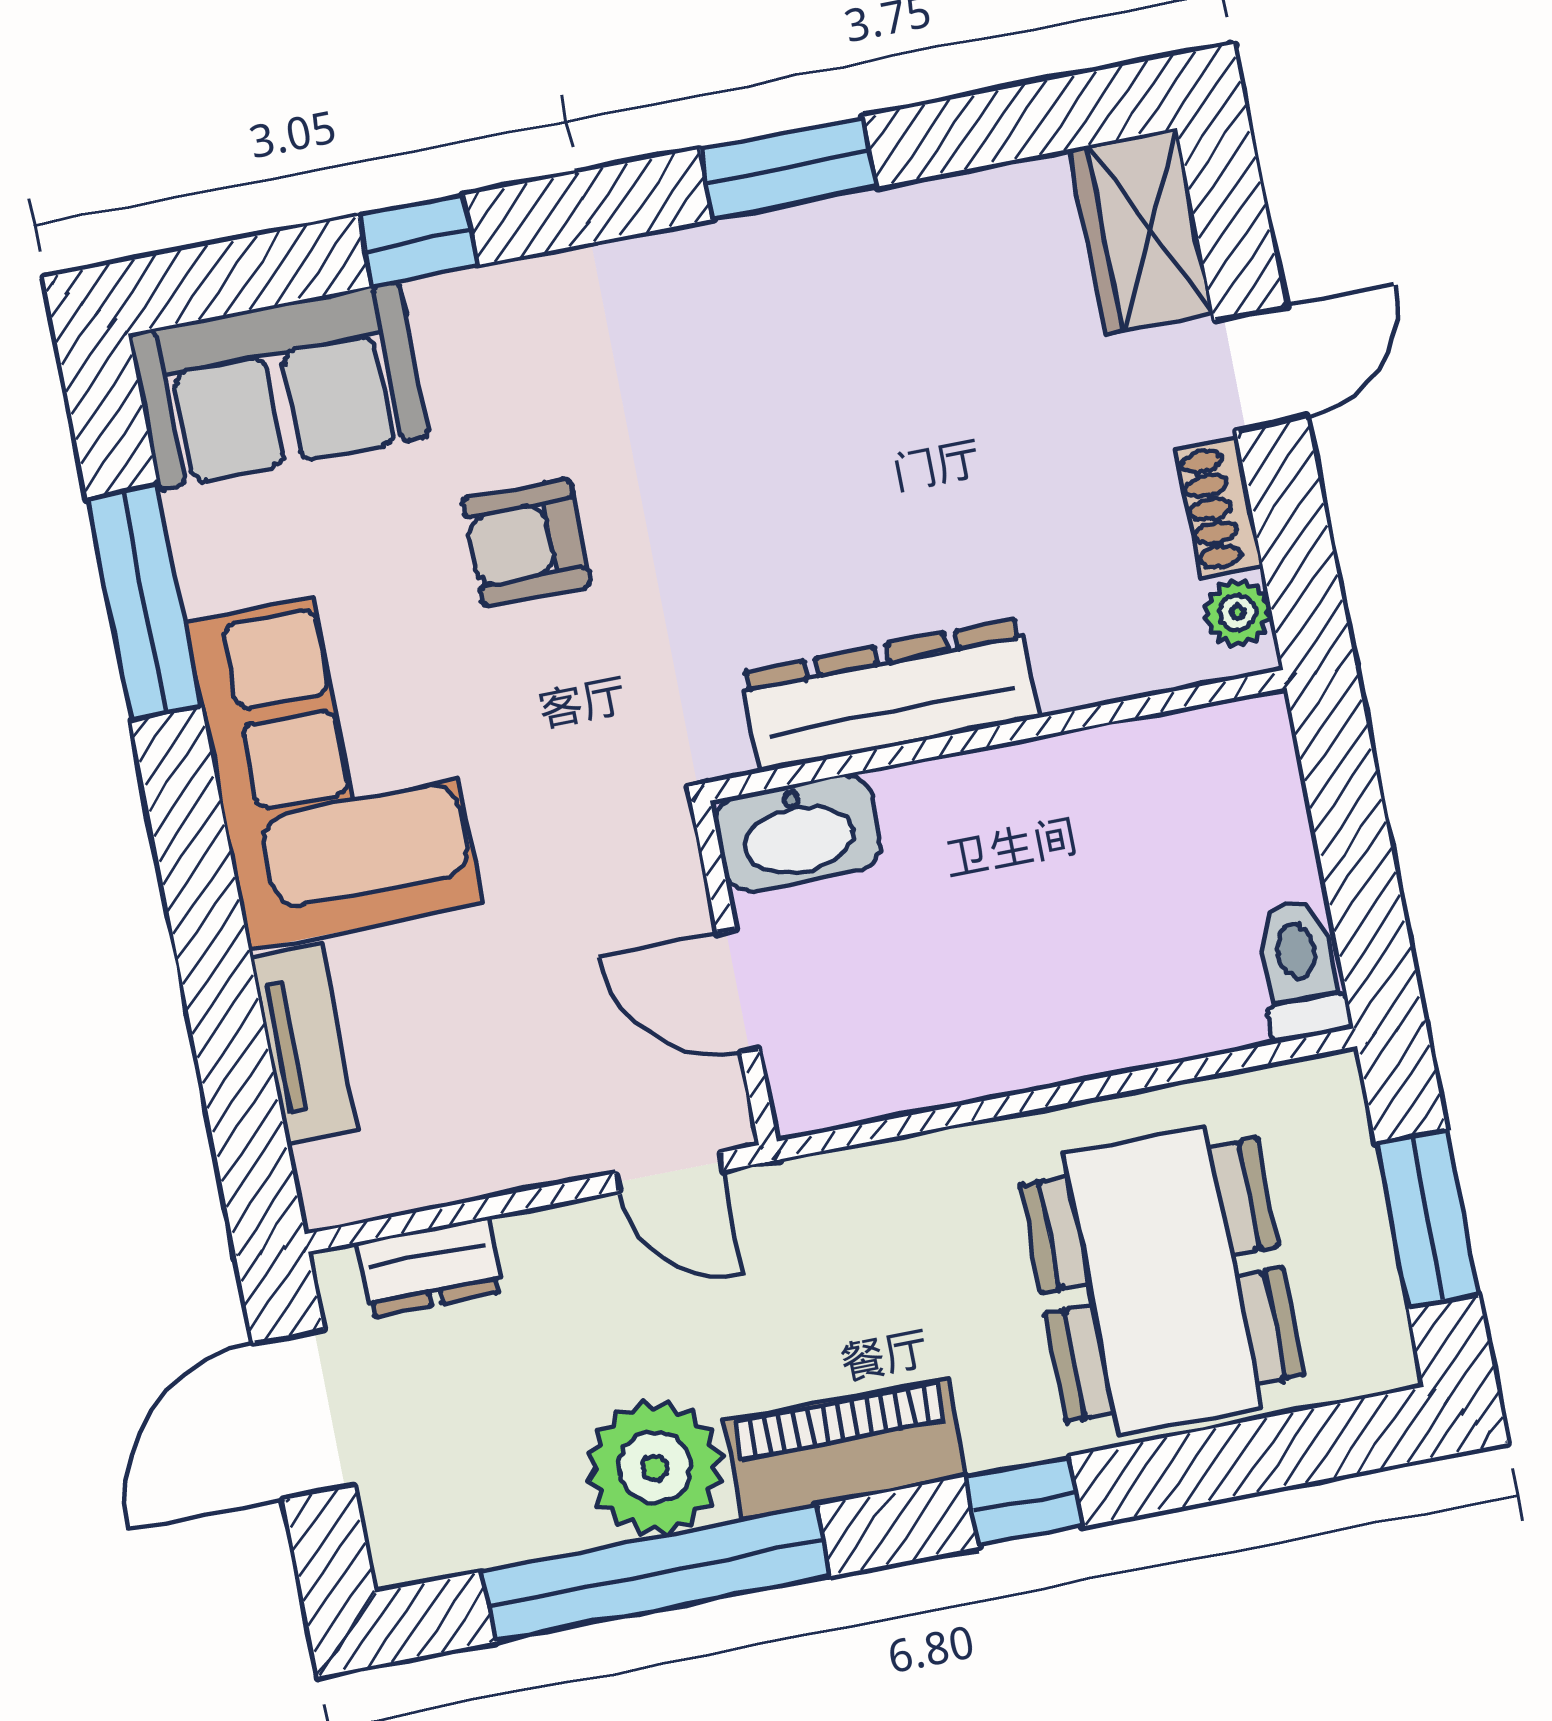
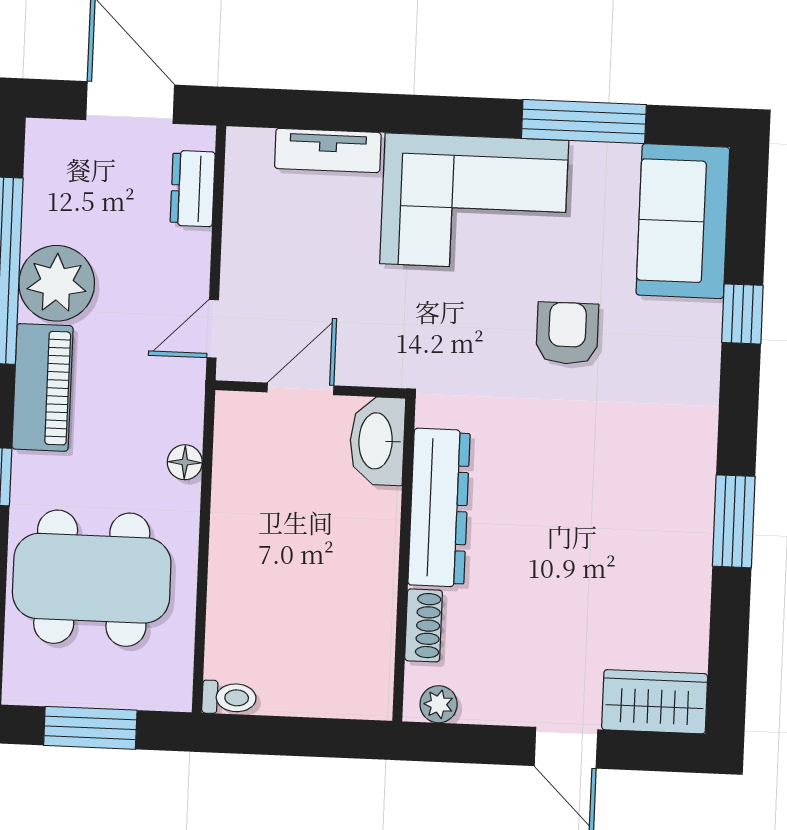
shoe rack: (1219, 508) -> (424, 625), moved, turned 90
toilet: (1300, 970) -> (229, 698), width x0.73, depth x0.72
floor lamp: (917, 1165) -> (185, 462), added

